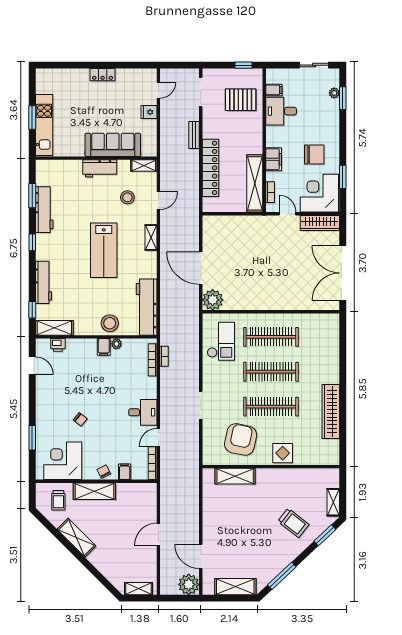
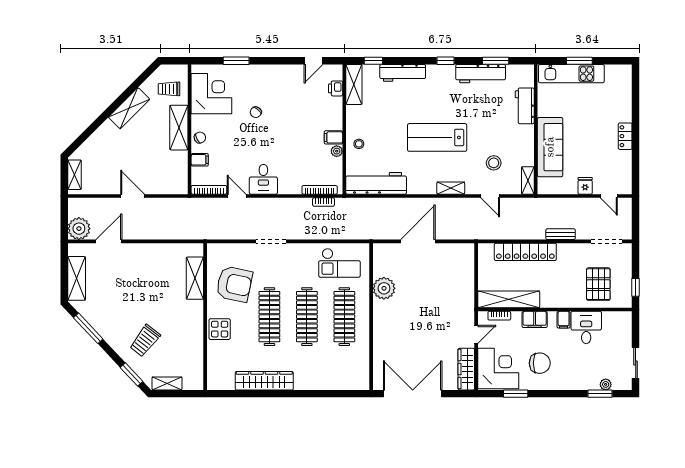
filing cabinet: (274, 90) -> (564, 320), moved
chair: (314, 154) -> (540, 363), turned -90
workbench: (100, 168) -> (525, 106), moved
plant: (213, 300) -> (384, 288), moved
stool: (110, 323) -> (359, 144), width x0.53, depth x0.53

